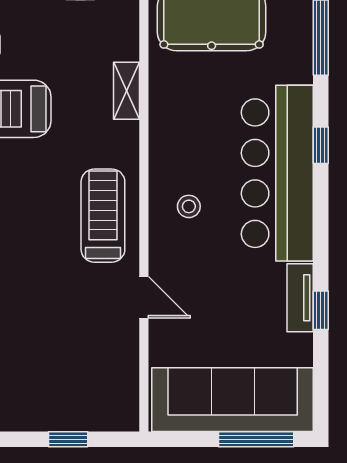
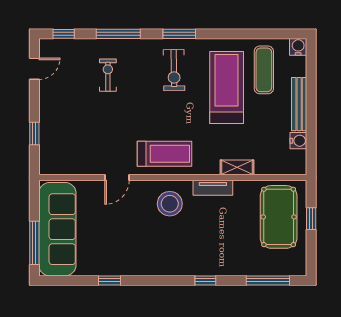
bar counter: (277, 173) -> (189, 255), removed
stool: (189, 206) -> (170, 204), width x1.89, depth x1.89
tv unit: (300, 298) -> (213, 188), moved, turned 180

